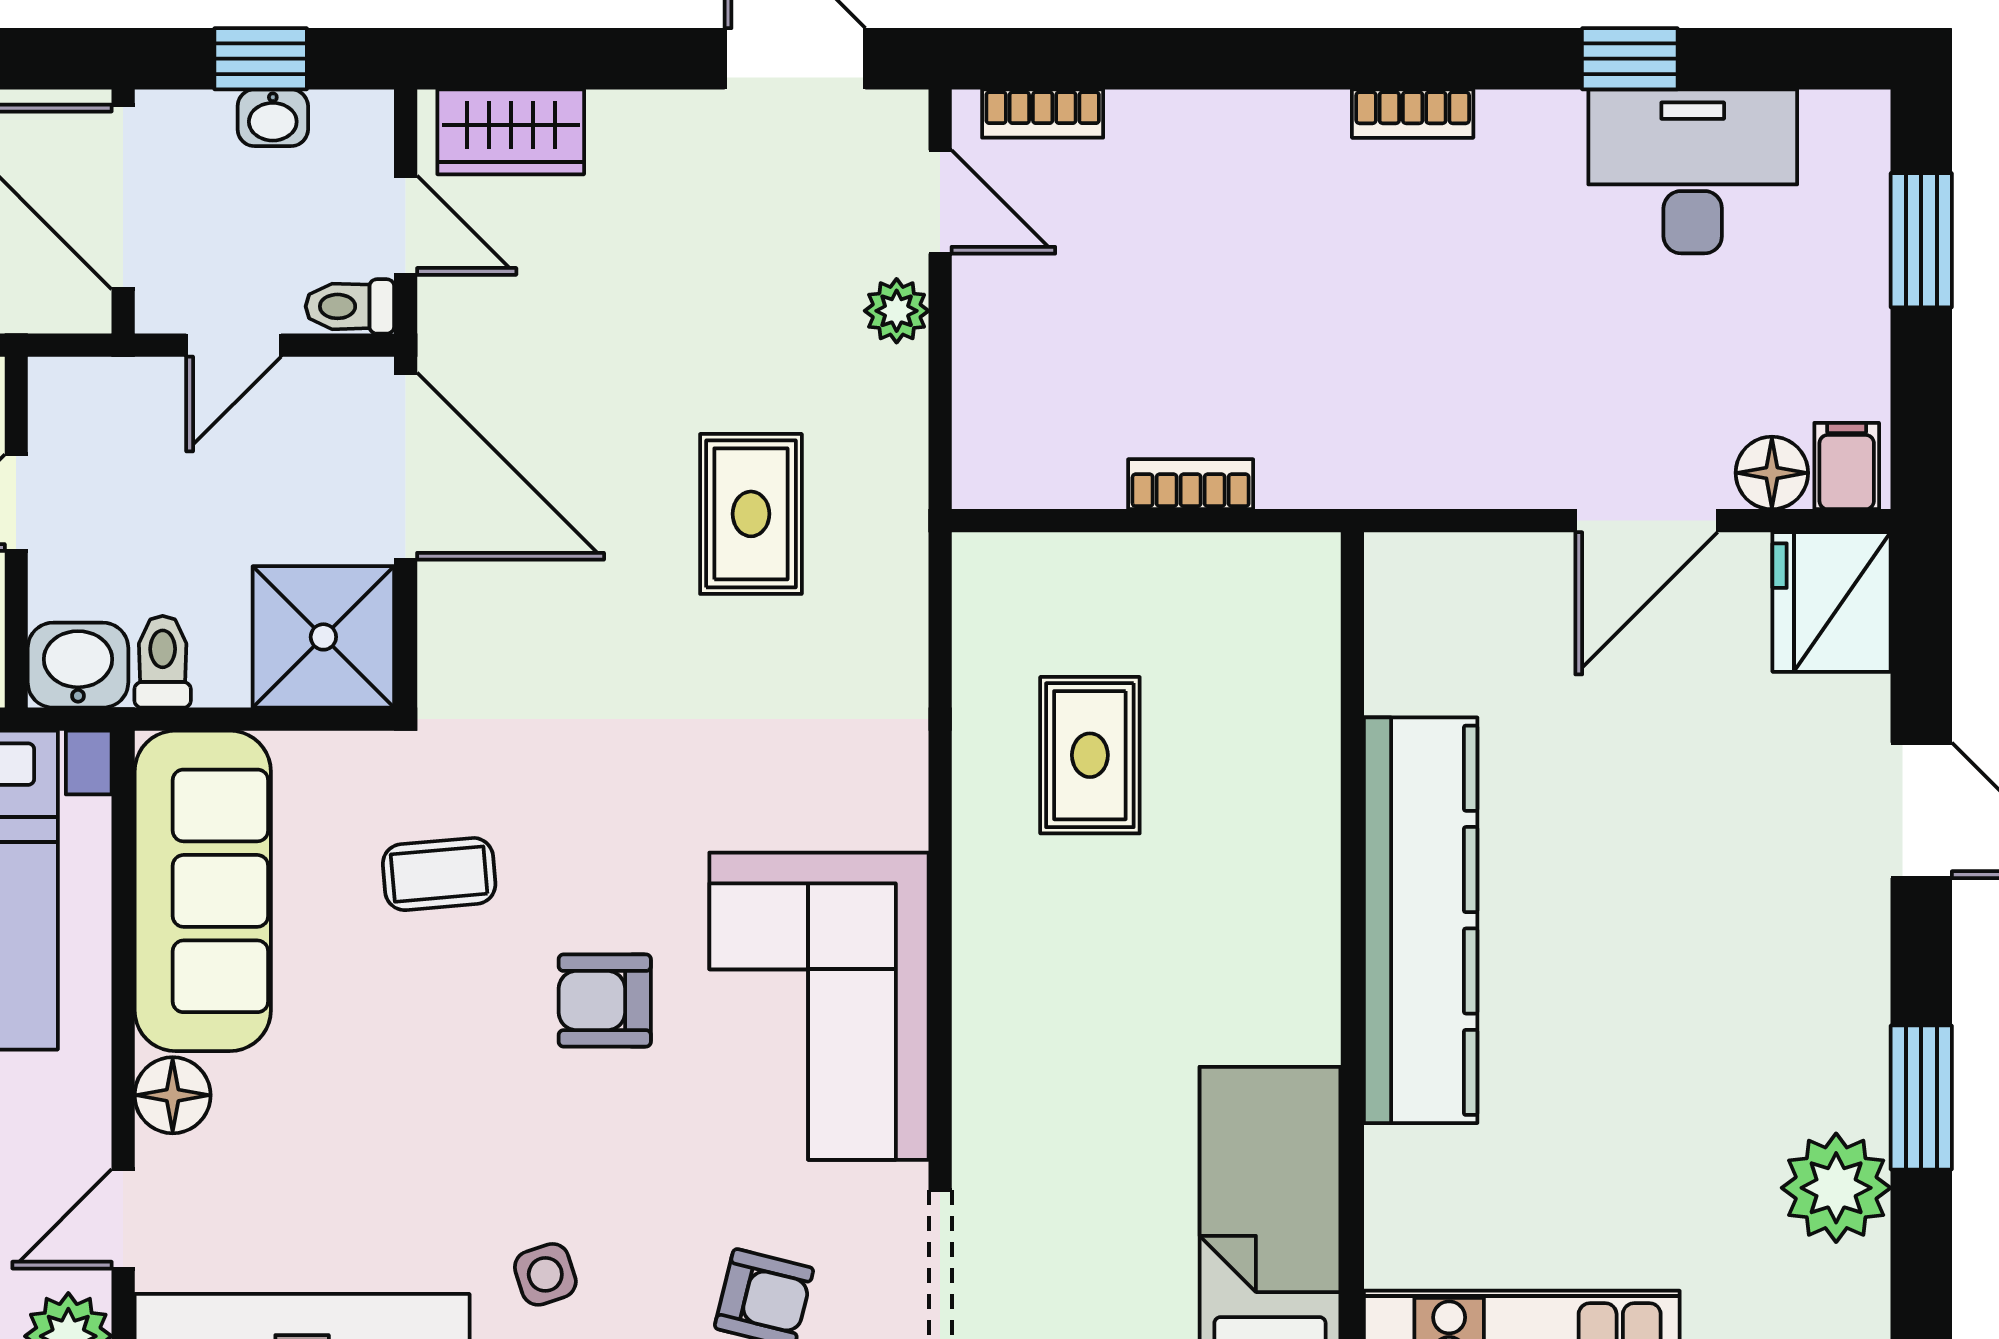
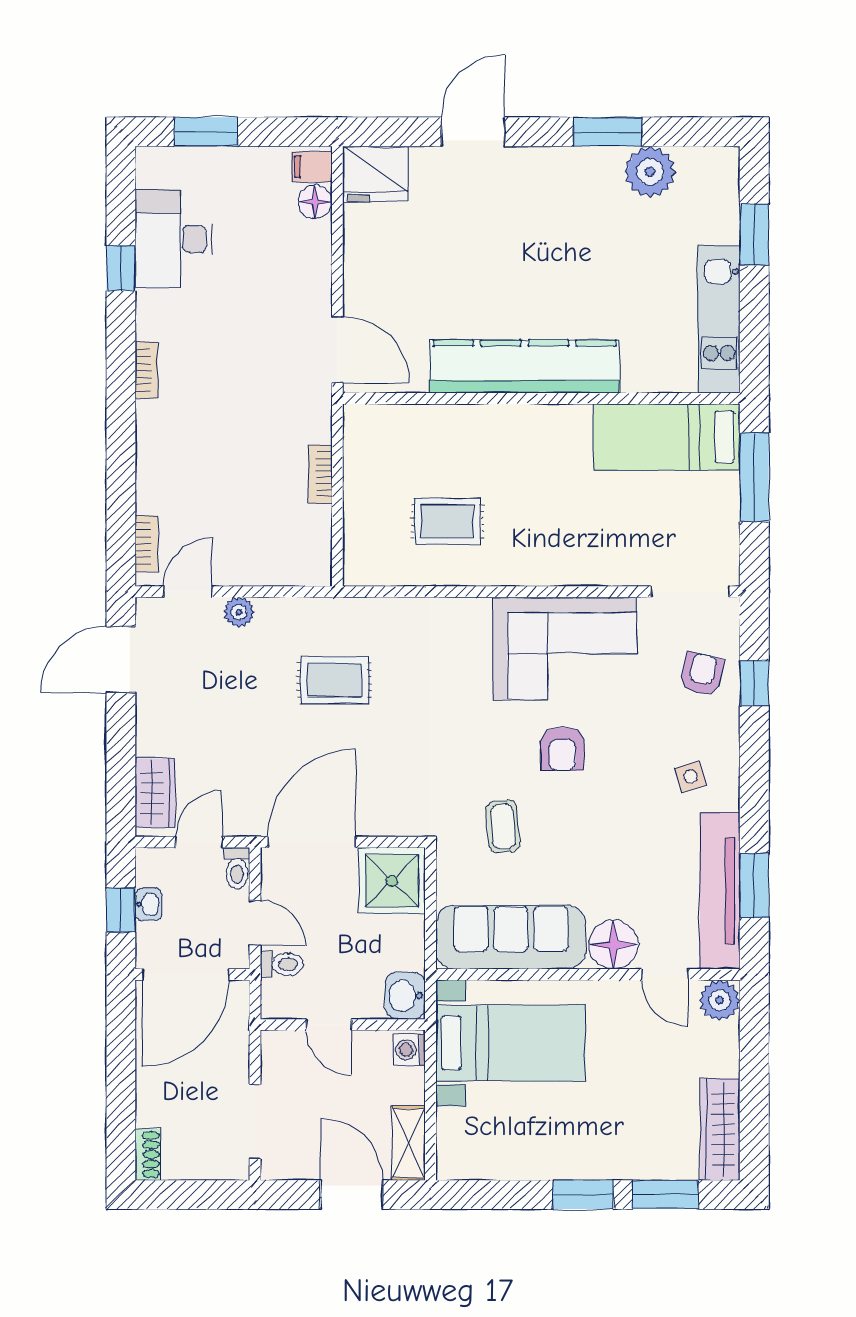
door: (1646, 521) -> (337, 350), moved
toilet: (163, 662) -> (282, 964), moved, turned 180
floor lamp: (173, 1095) -> (613, 945), width x1.38, depth x1.38

